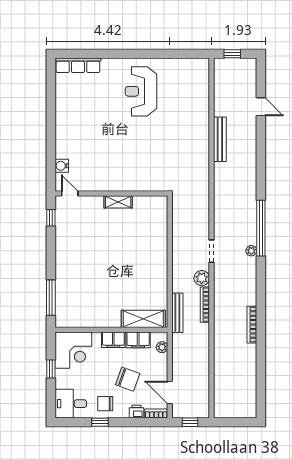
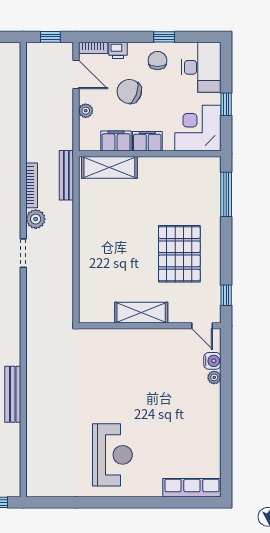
plant: (60, 153) -> (214, 377), added
shelving: (118, 202) -> (141, 313), width x1.50, depth x1.33
pallet: (88, 251) -> (179, 254), added
plant: (162, 347) -> (86, 111), moved
desk: (71, 404) -> (201, 67), width x1.37
chair: (105, 404) -> (158, 61), turned -90

